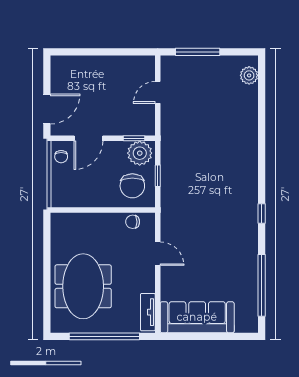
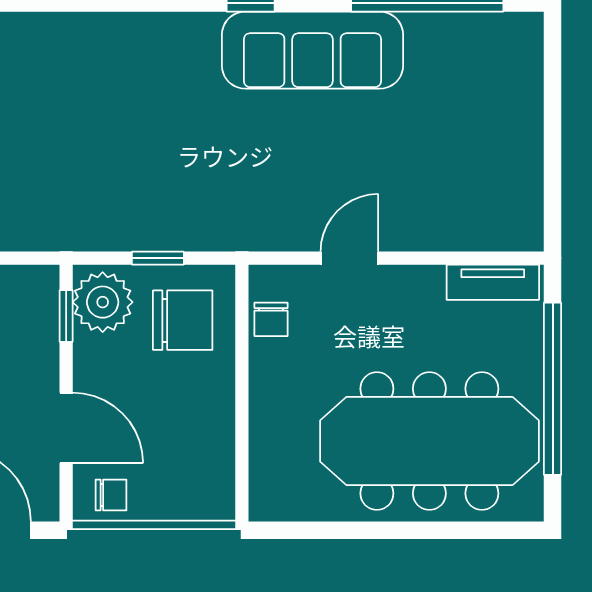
meeting table: (83, 286) -> (429, 441), width x1.36
sofa: (197, 317) -> (312, 50), moved, turned -90

